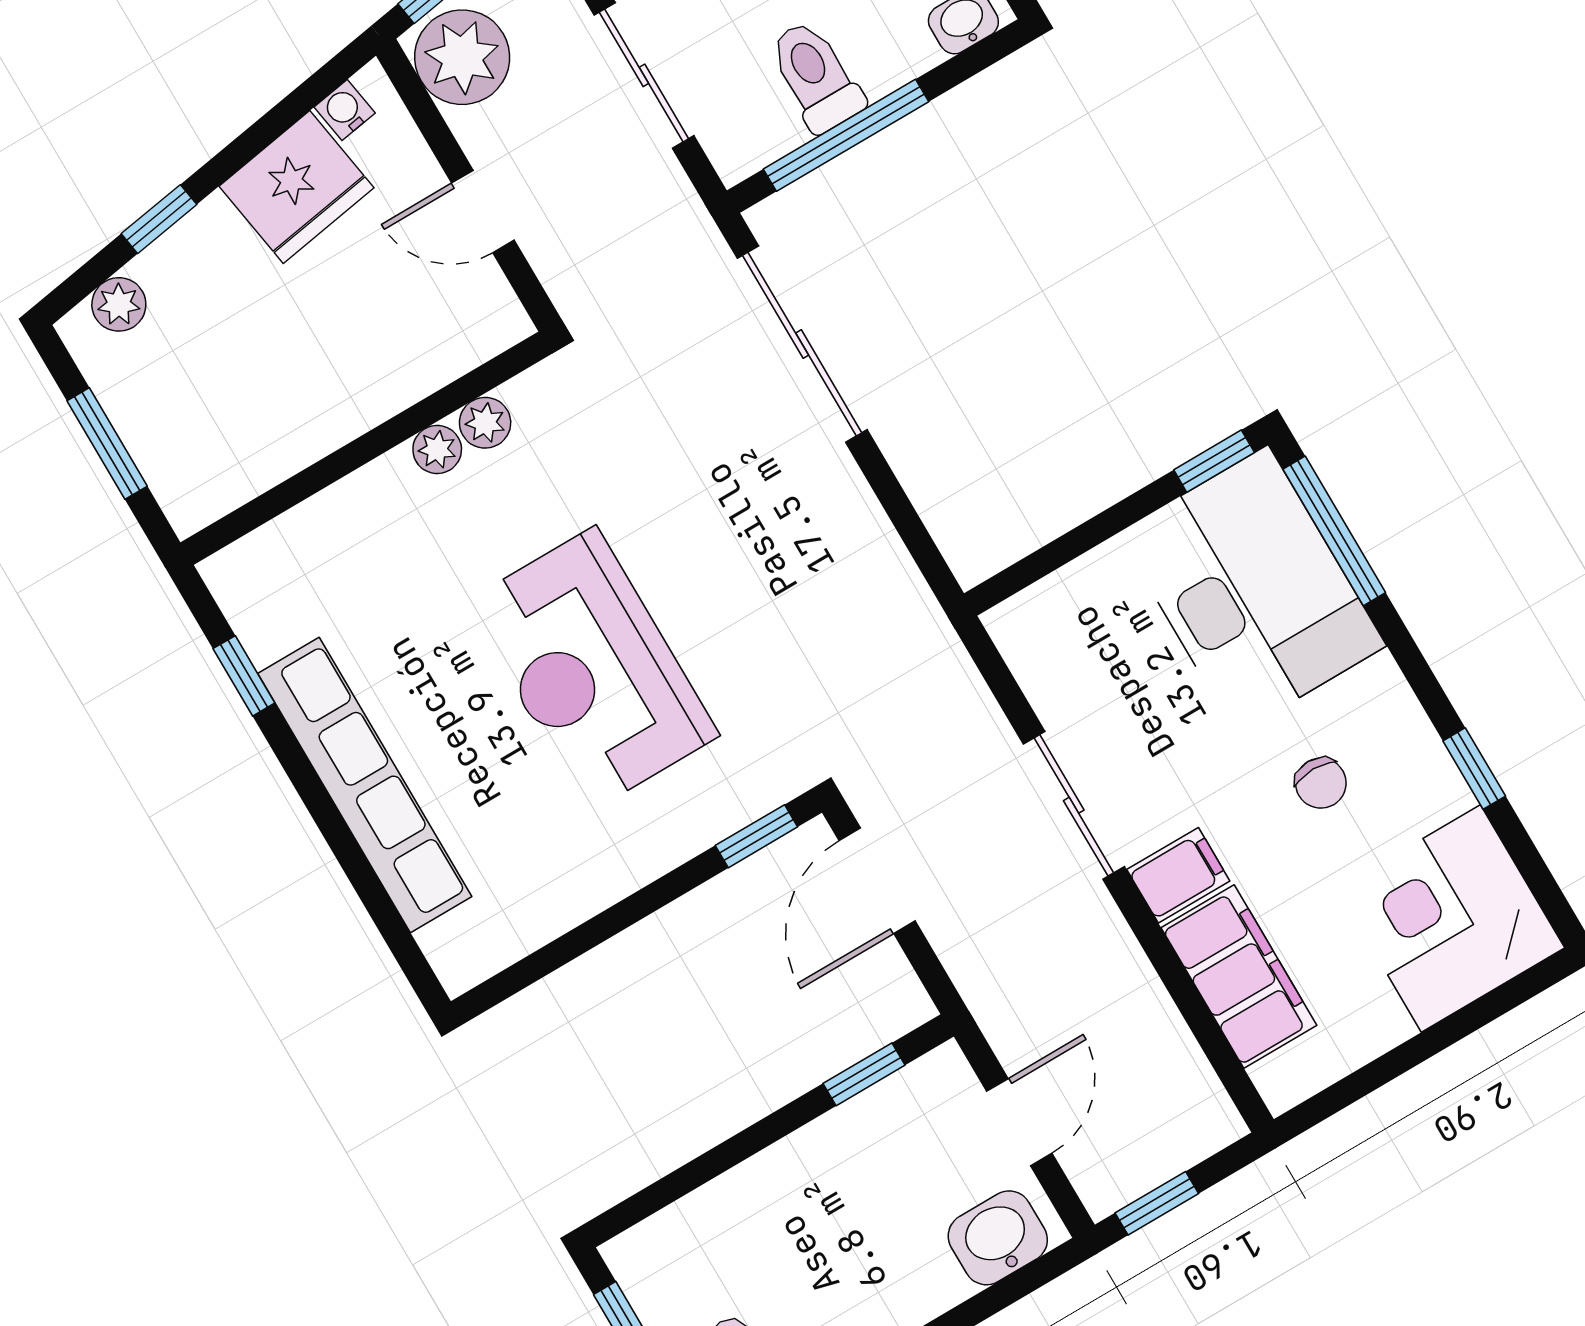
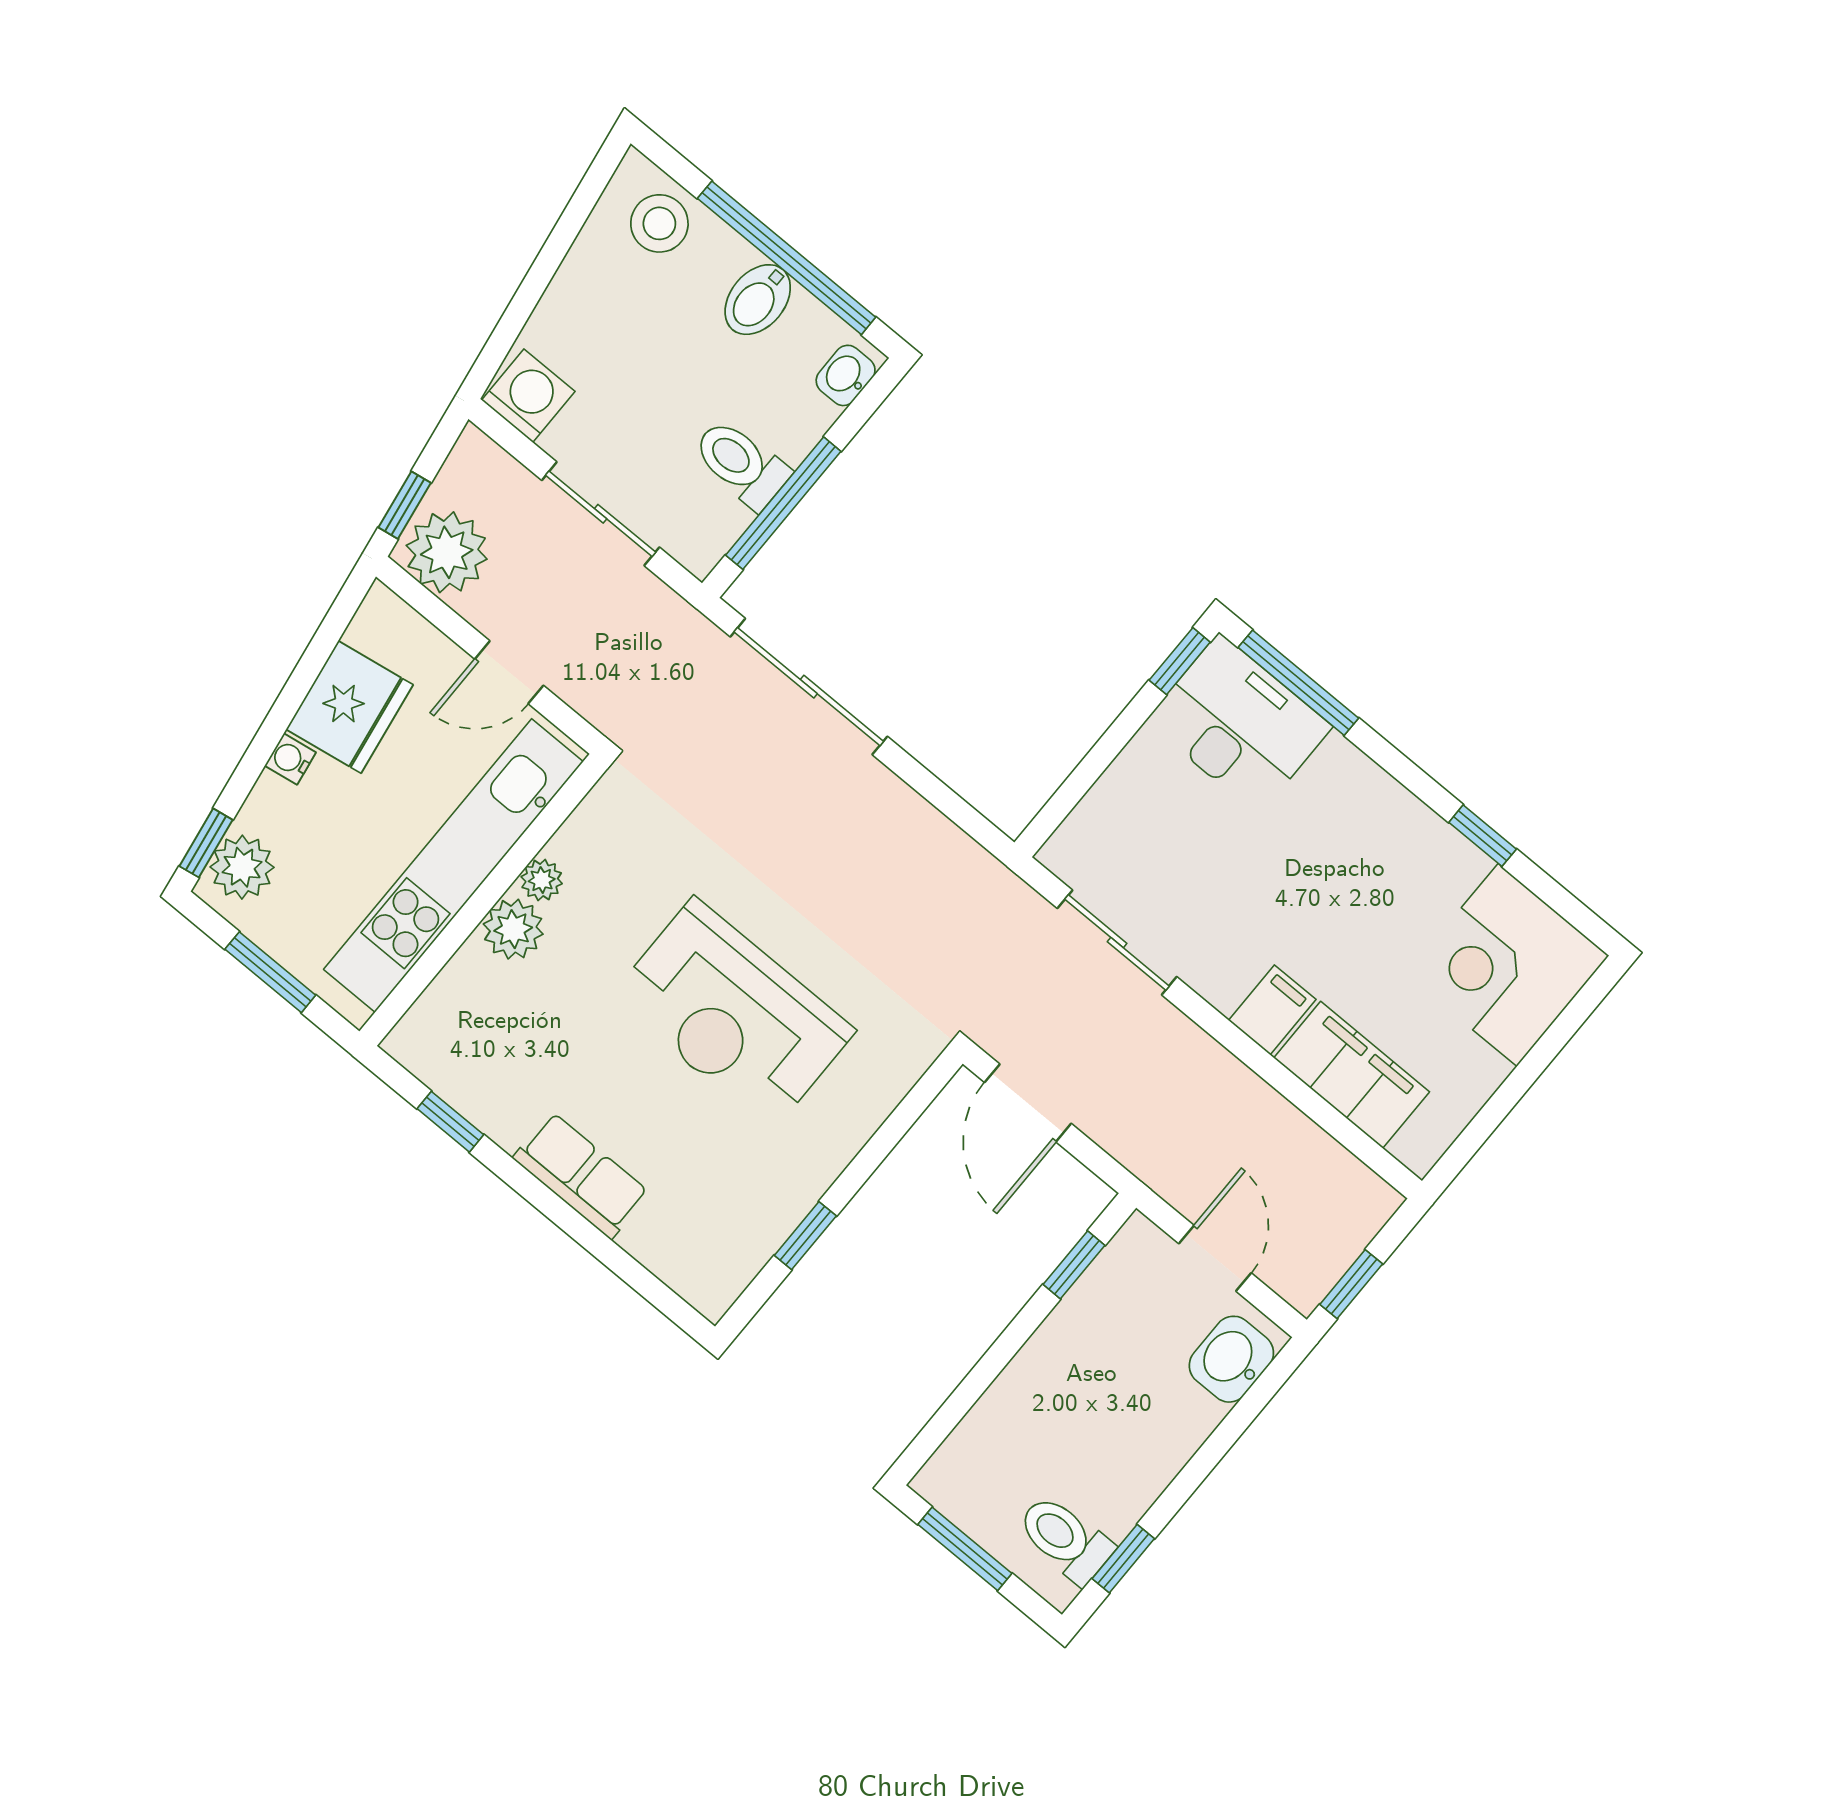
water cooler: (345, 110) -> (290, 759), moved
window: (159, 219) -> (206, 843), moved
plant: (119, 304) -> (242, 867), width x1.38, depth x1.38
kitchen unit: (347, 399) -> (453, 865), added
plant: (485, 423) -> (513, 929), moved, width x1.38, depth x1.38
desk: (1252, 590) -> (1239, 724), width x0.73, depth x0.77
chair: (1321, 783) -> (1362, 893), removed
row of seats: (365, 785) -> (581, 1175), width x0.50
sliding door: (1074, 805) -> (1117, 943), moved
window: (756, 836) -> (805, 1236), moved

